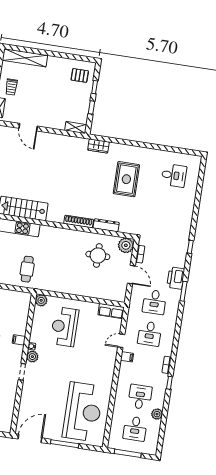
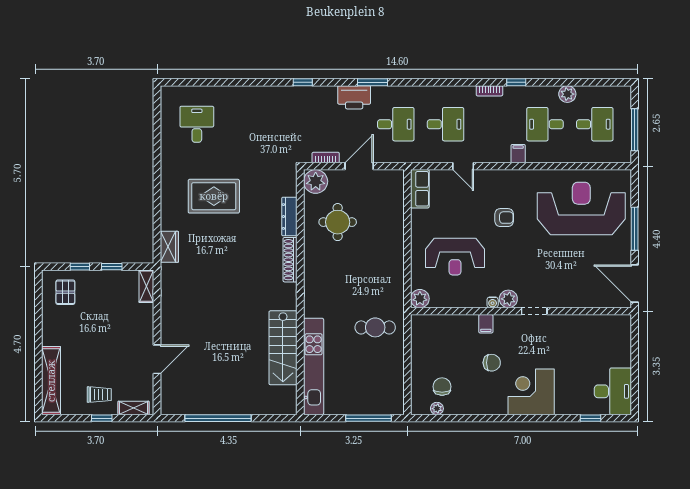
filing cabinet: (127, 357) -> (518, 154), moved
armchair: (85, 362) -> (504, 218), added

